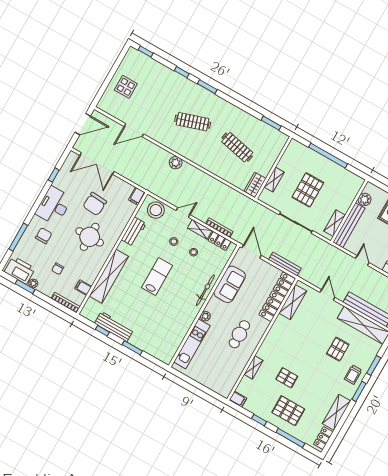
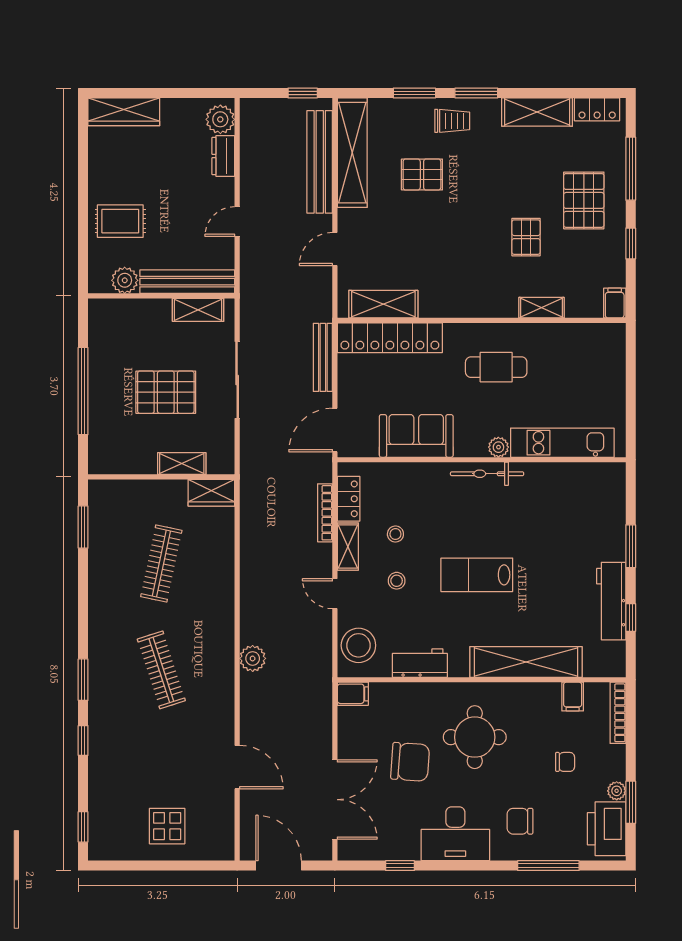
bicycle: (205, 290) -> (487, 474), moved

